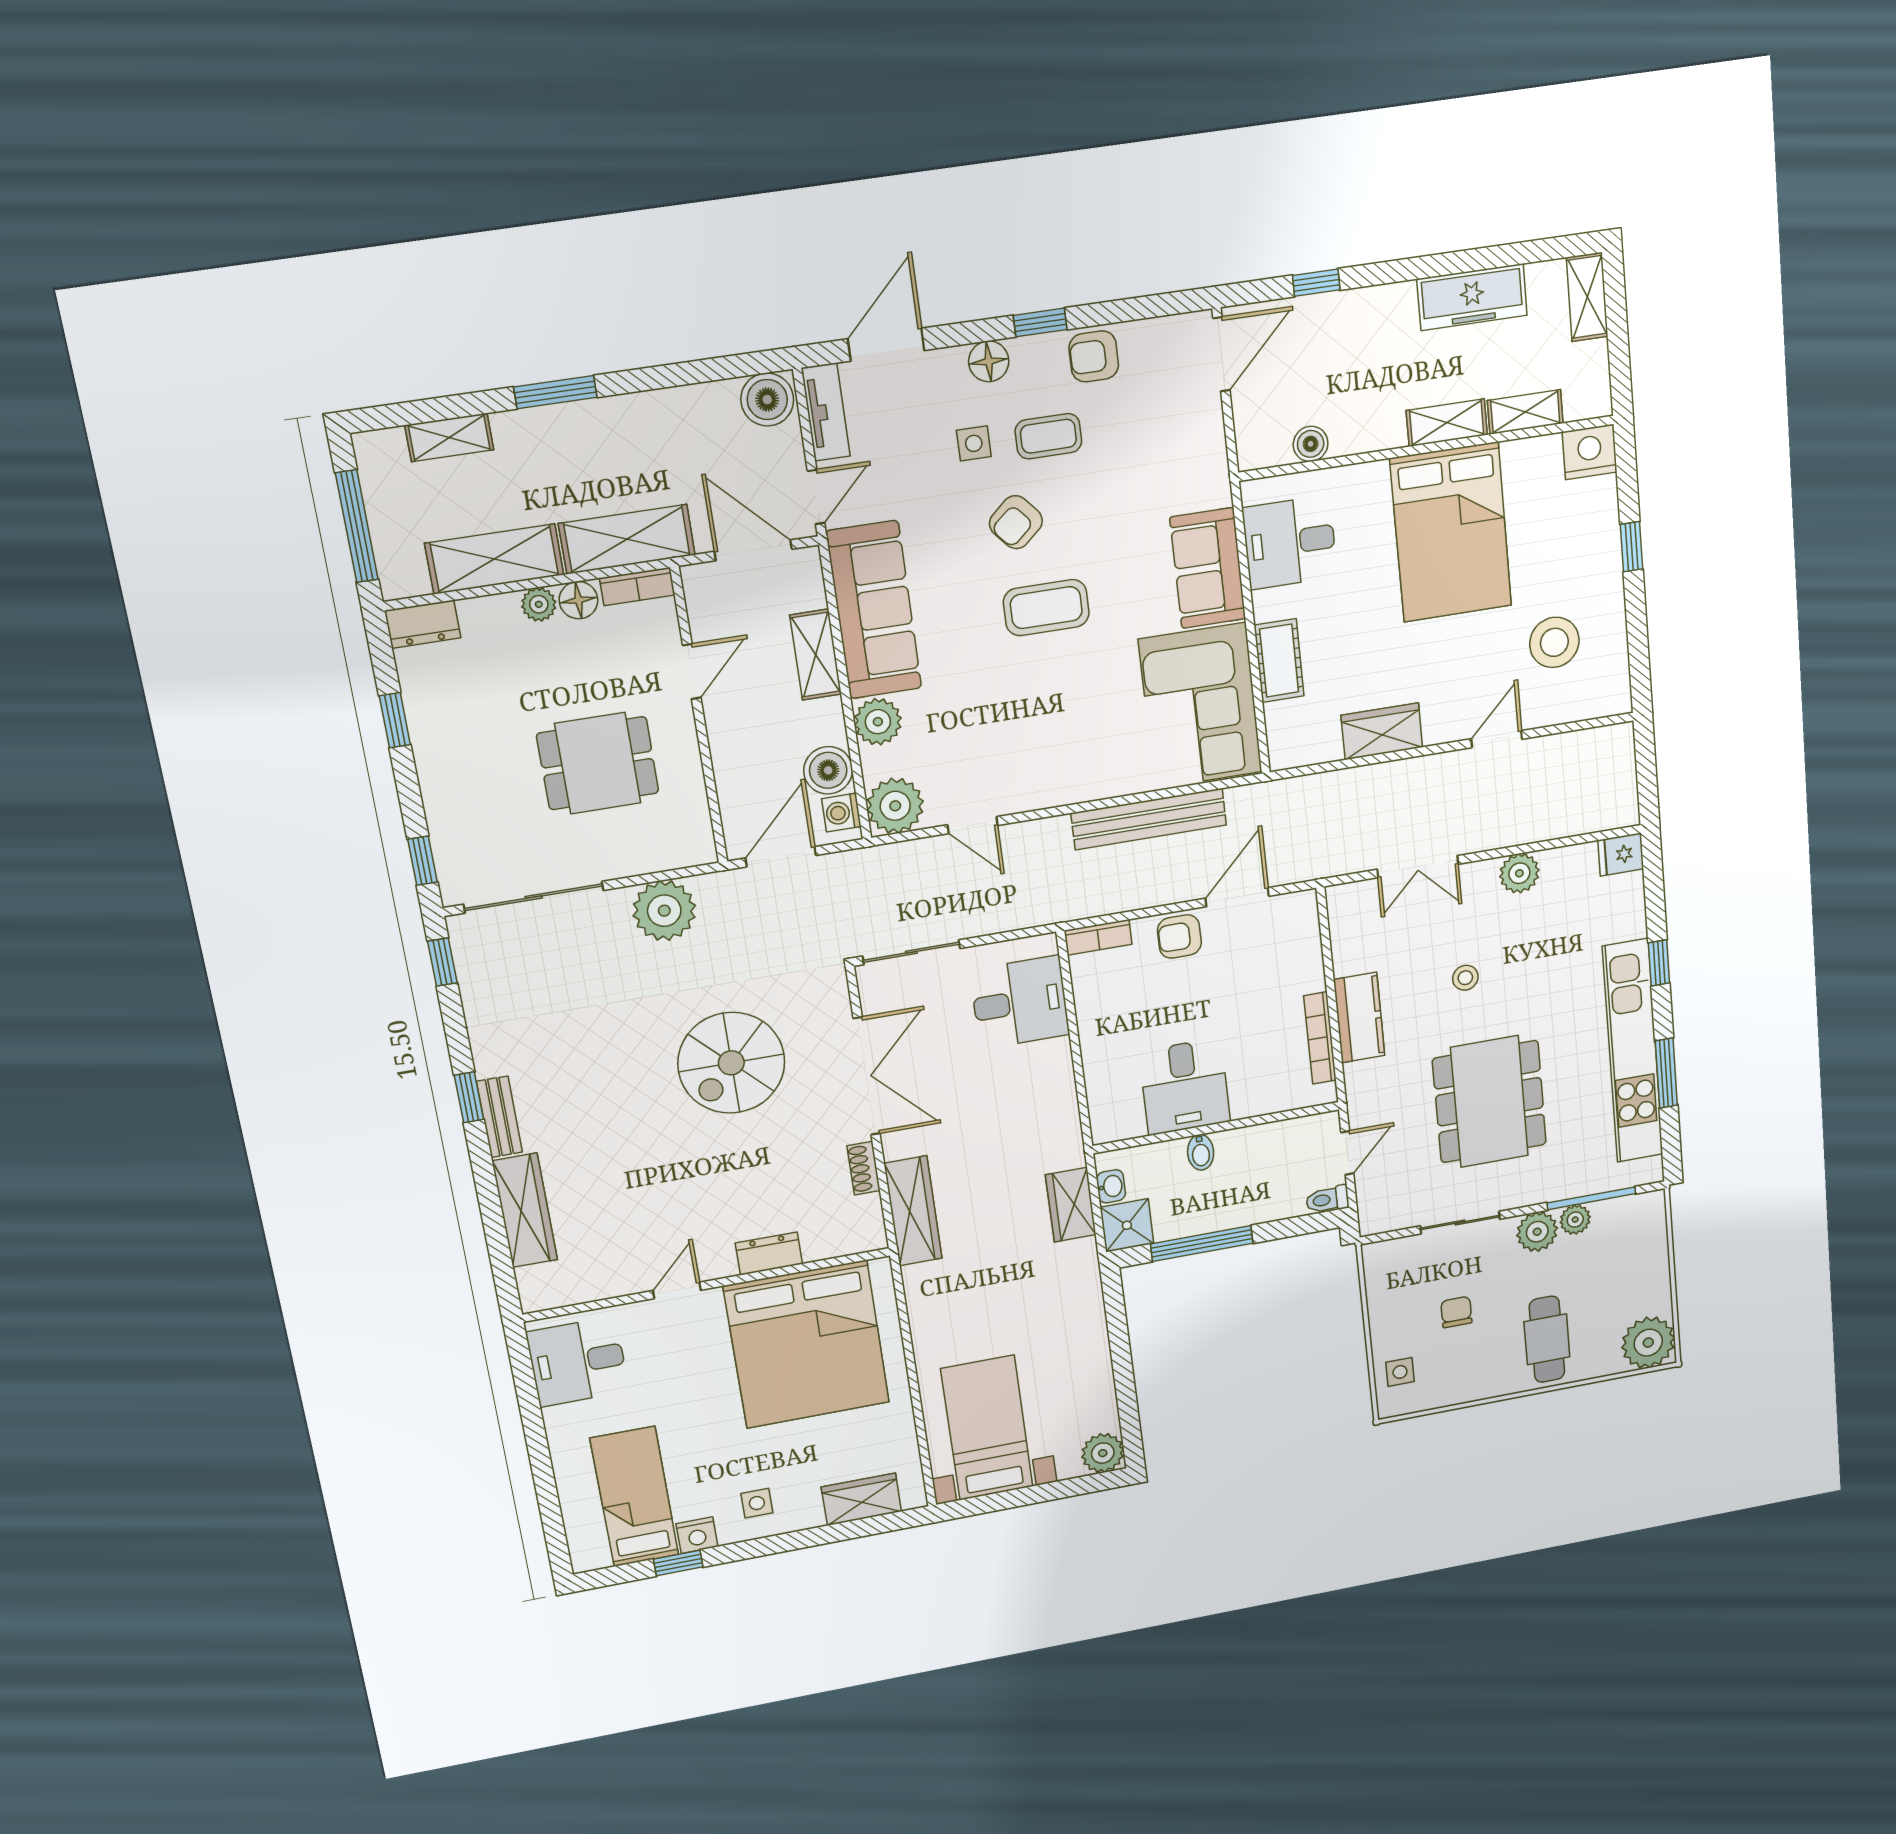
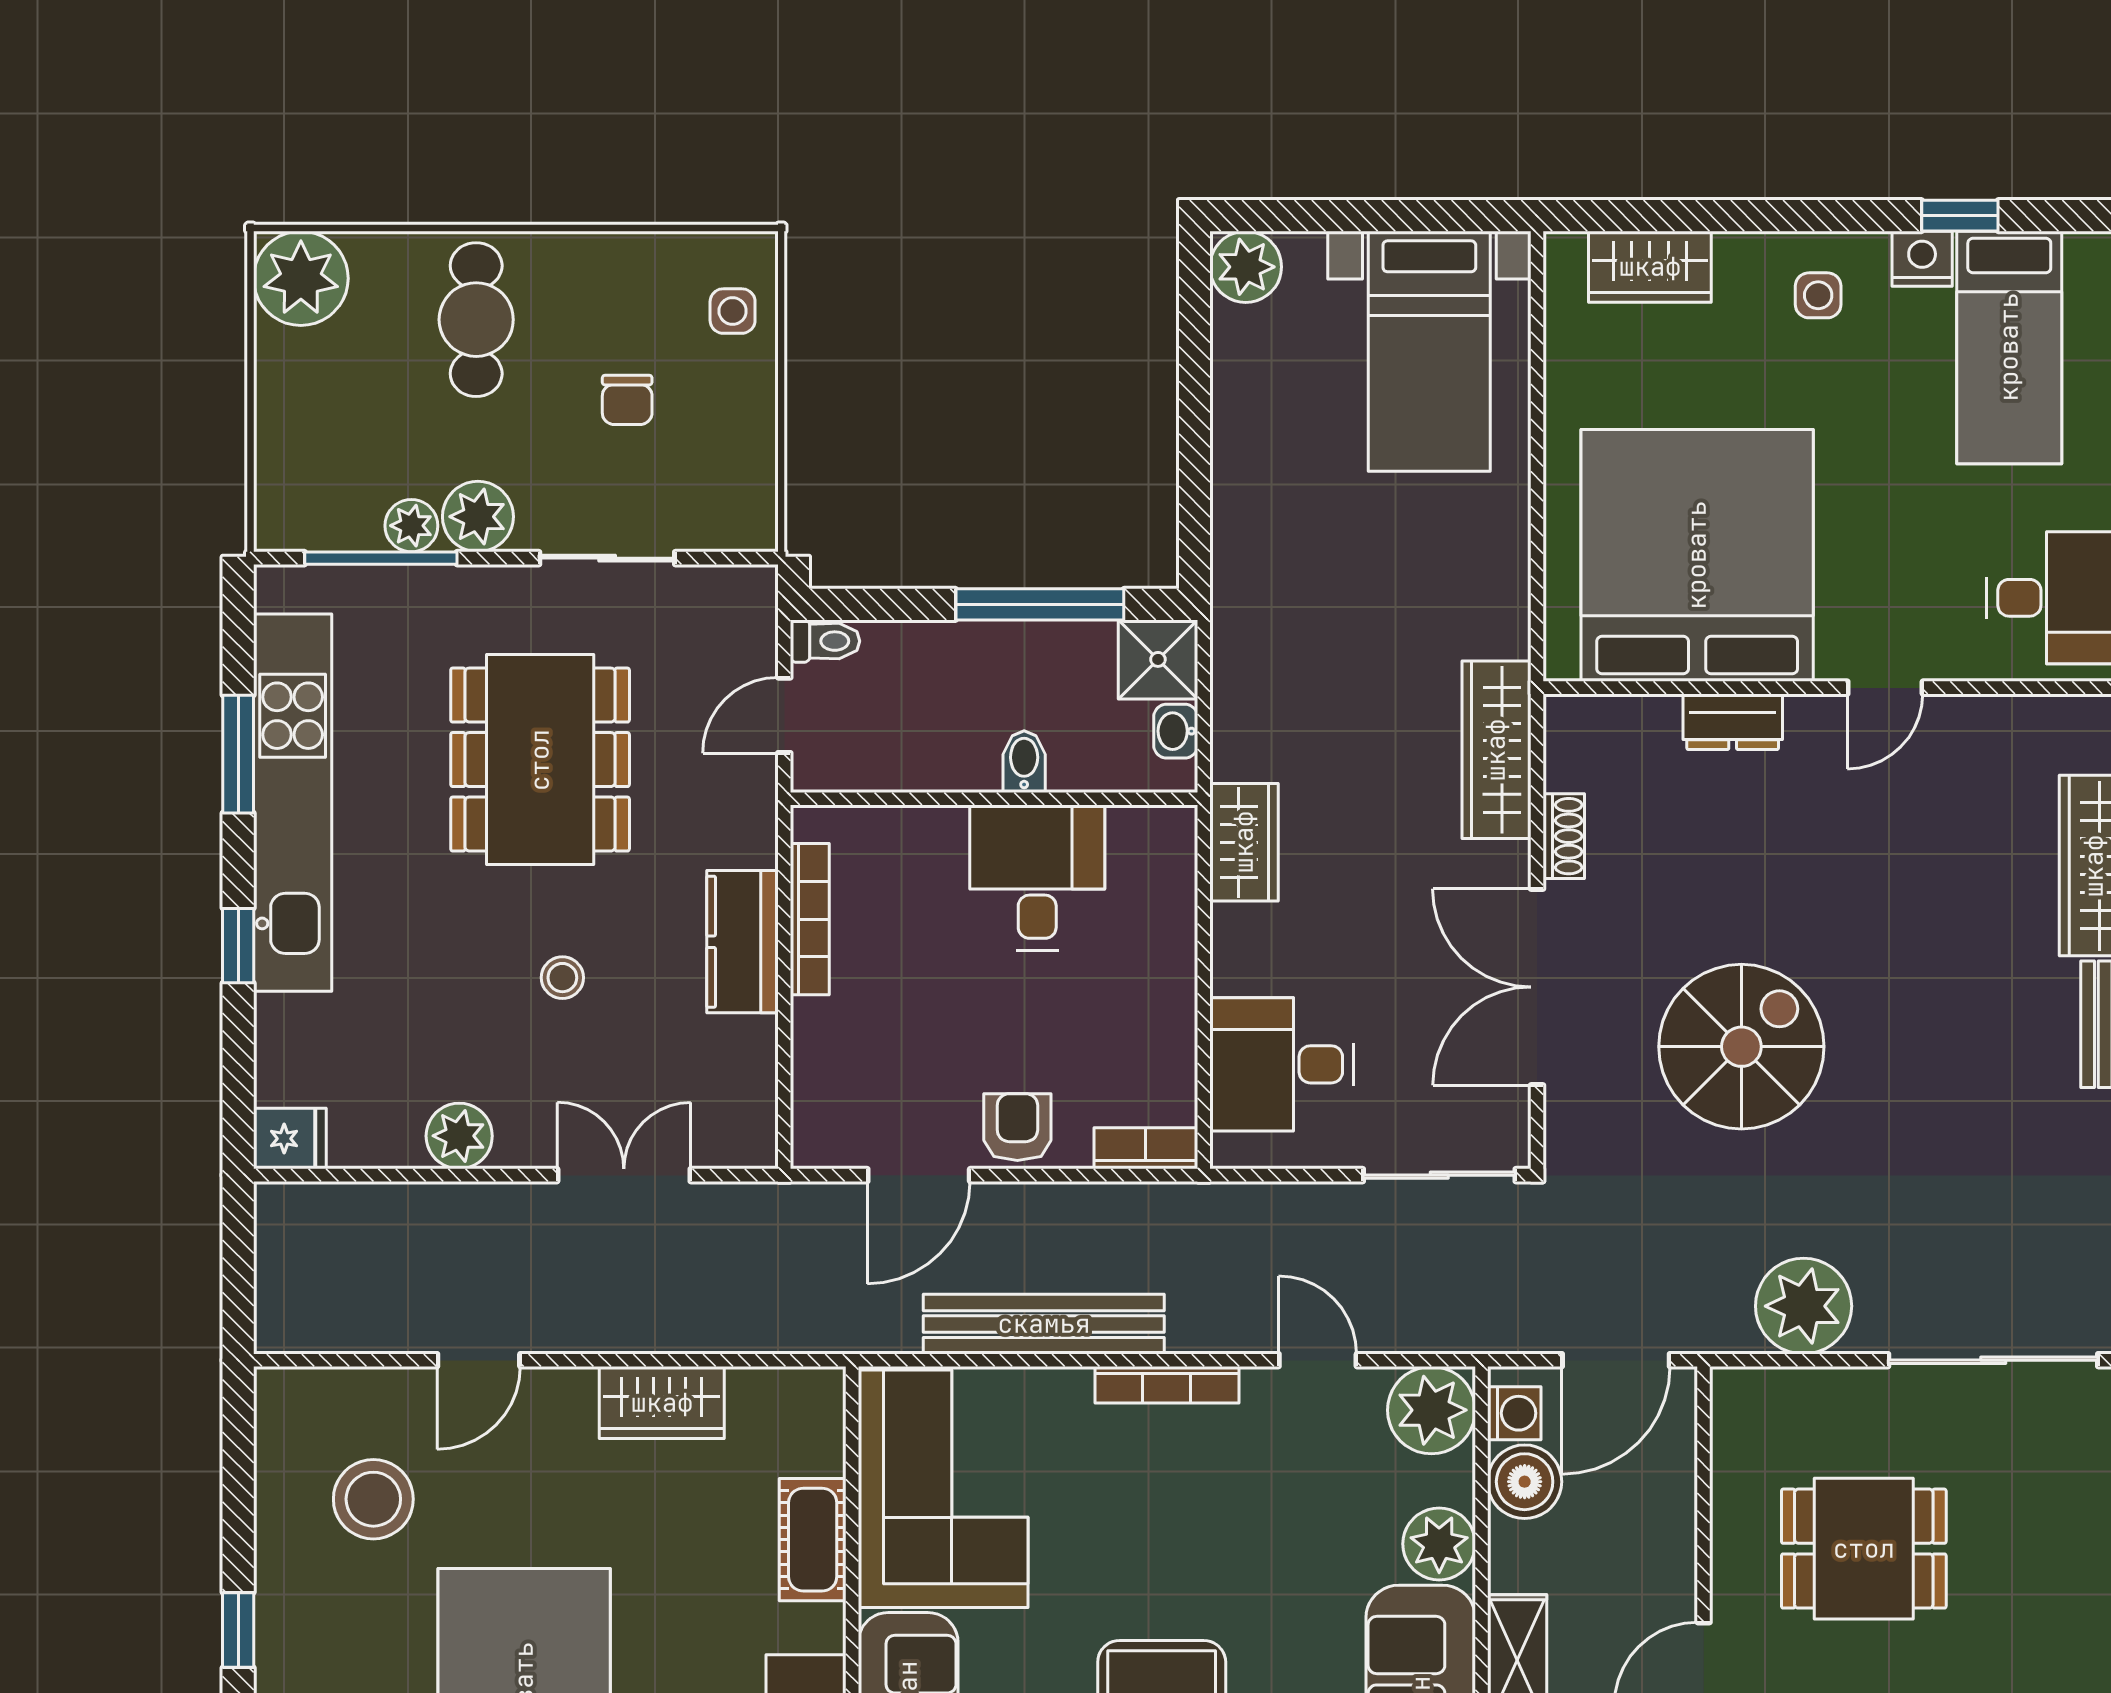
bookcase: (1066, 794) -> (1167, 1385), added
armchair: (1179, 937) -> (1017, 1127), turned -90
wardrobe: (1071, 1205) -> (1244, 842), moved

